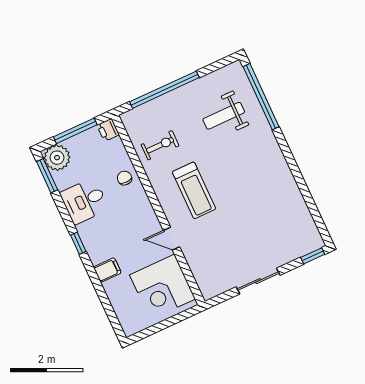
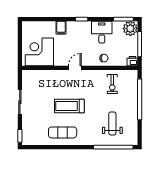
exercise mat: (275, 189) -> (63, 132), added
treadmill: (194, 190) -> (69, 106), moved
door: (172, 239) -> (75, 68), moved

